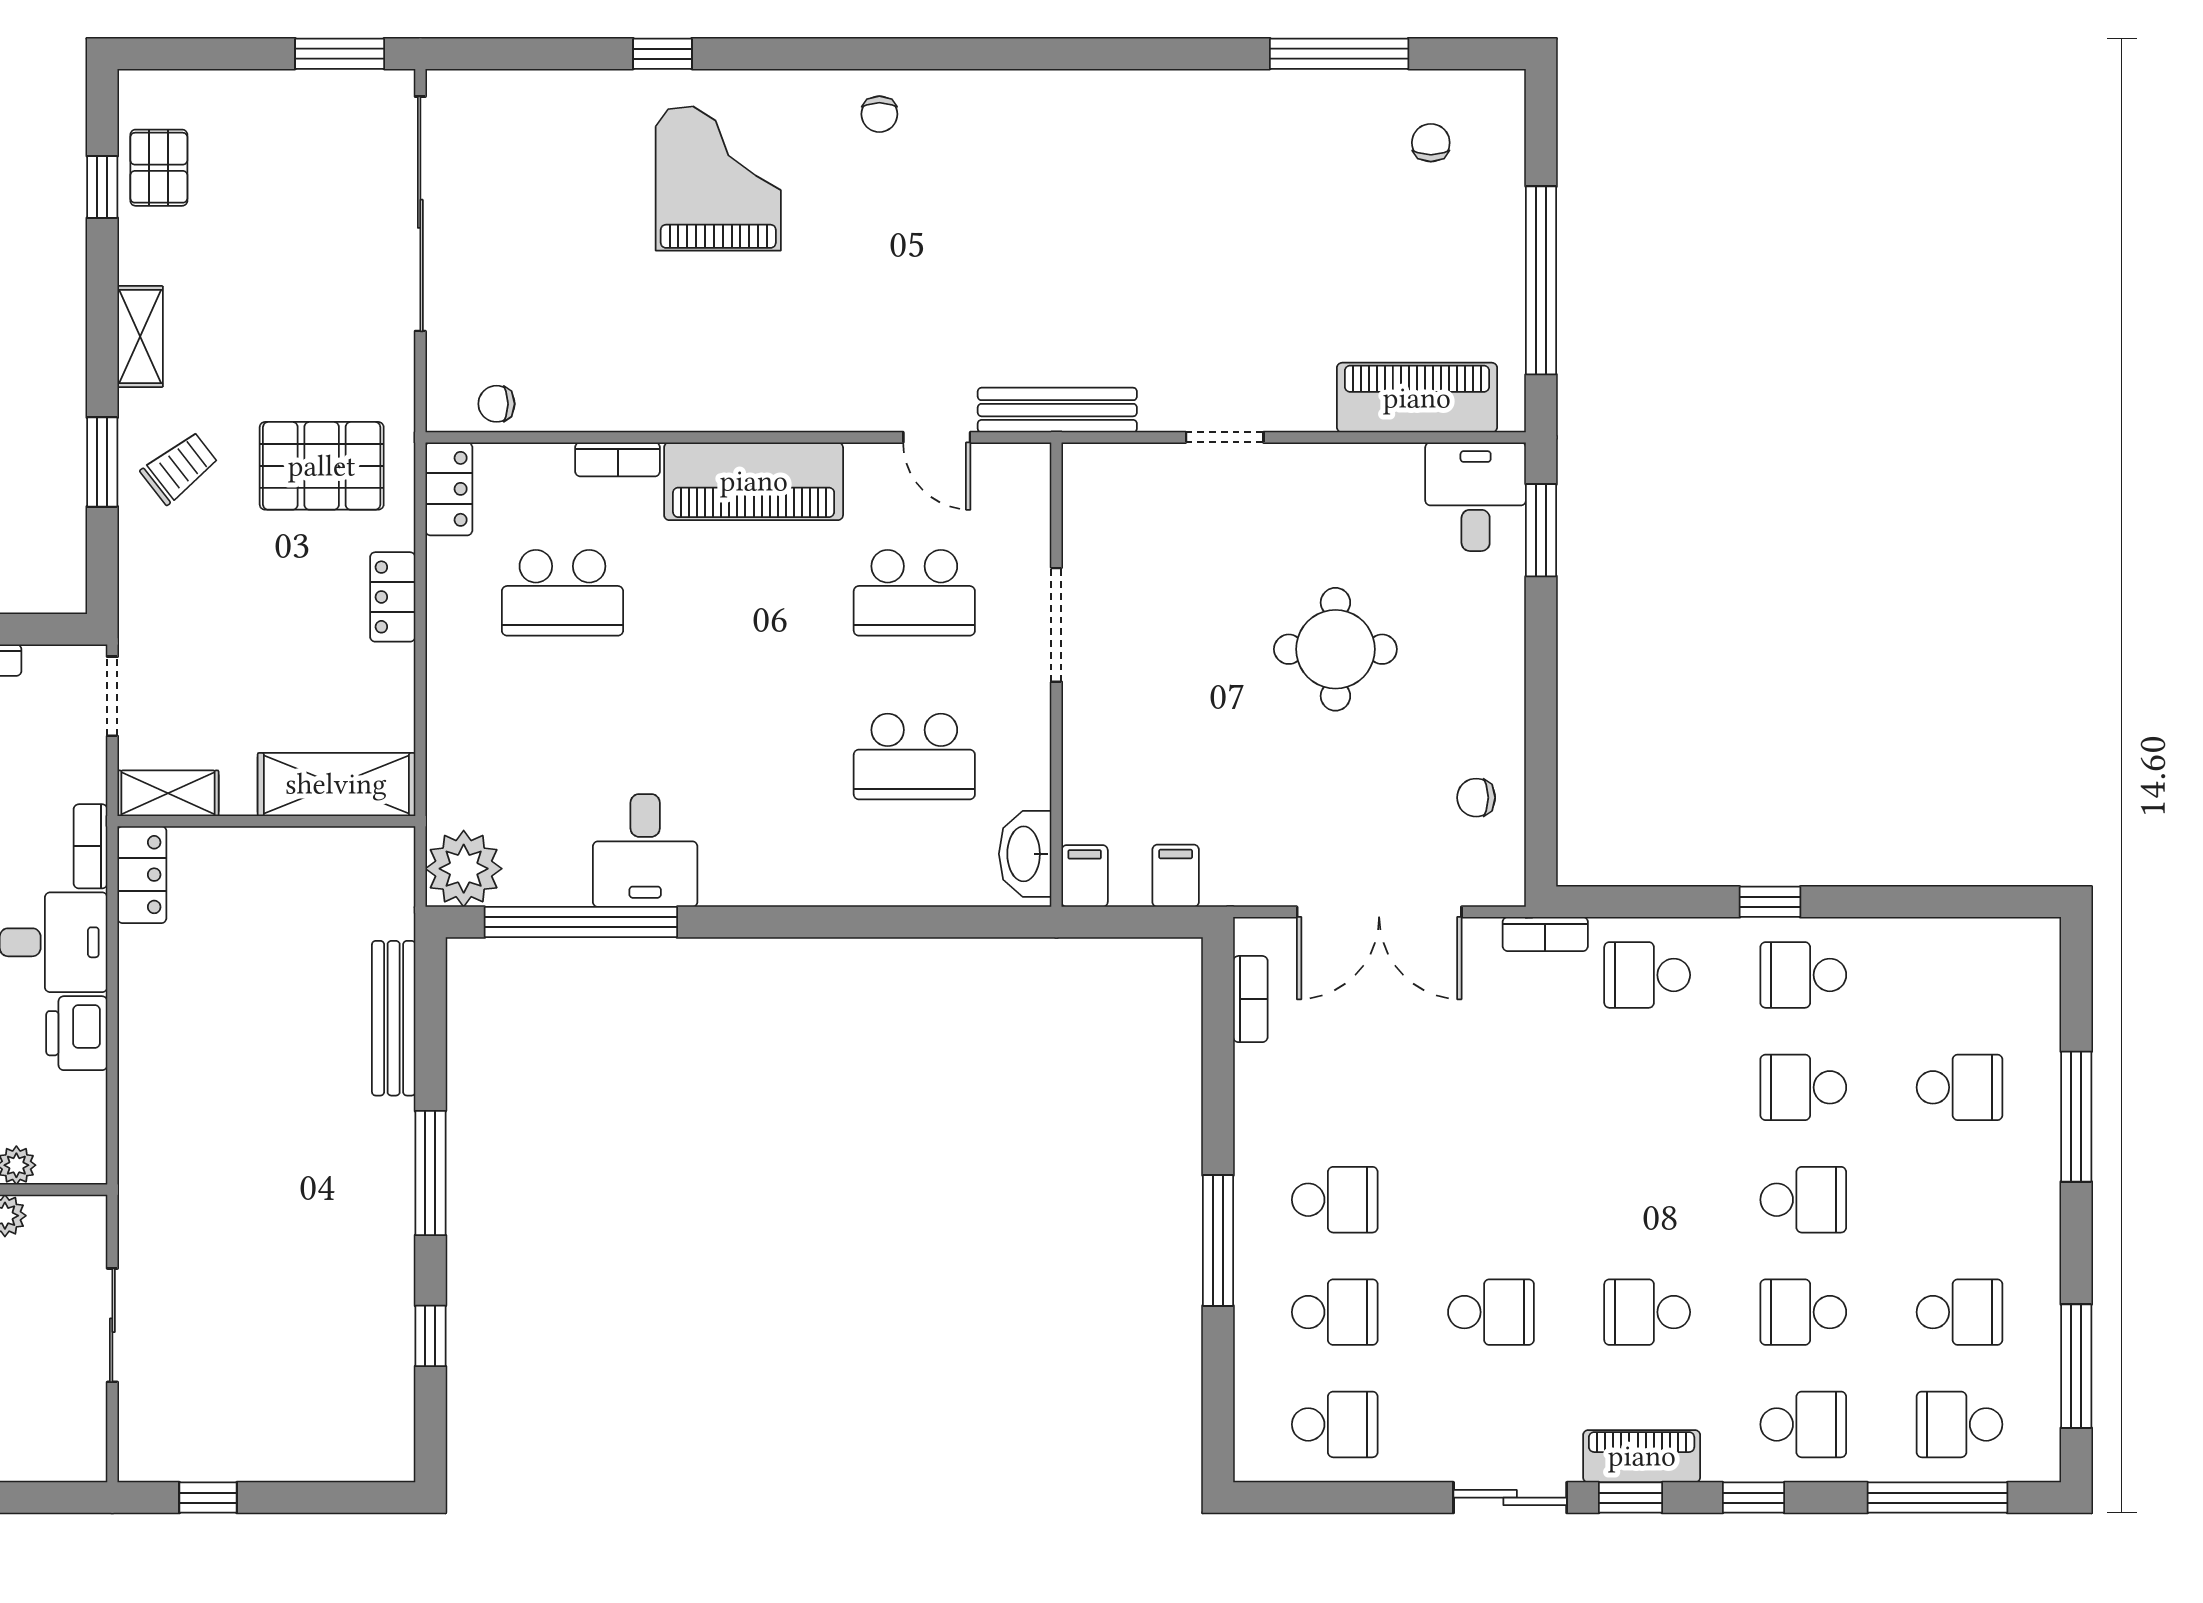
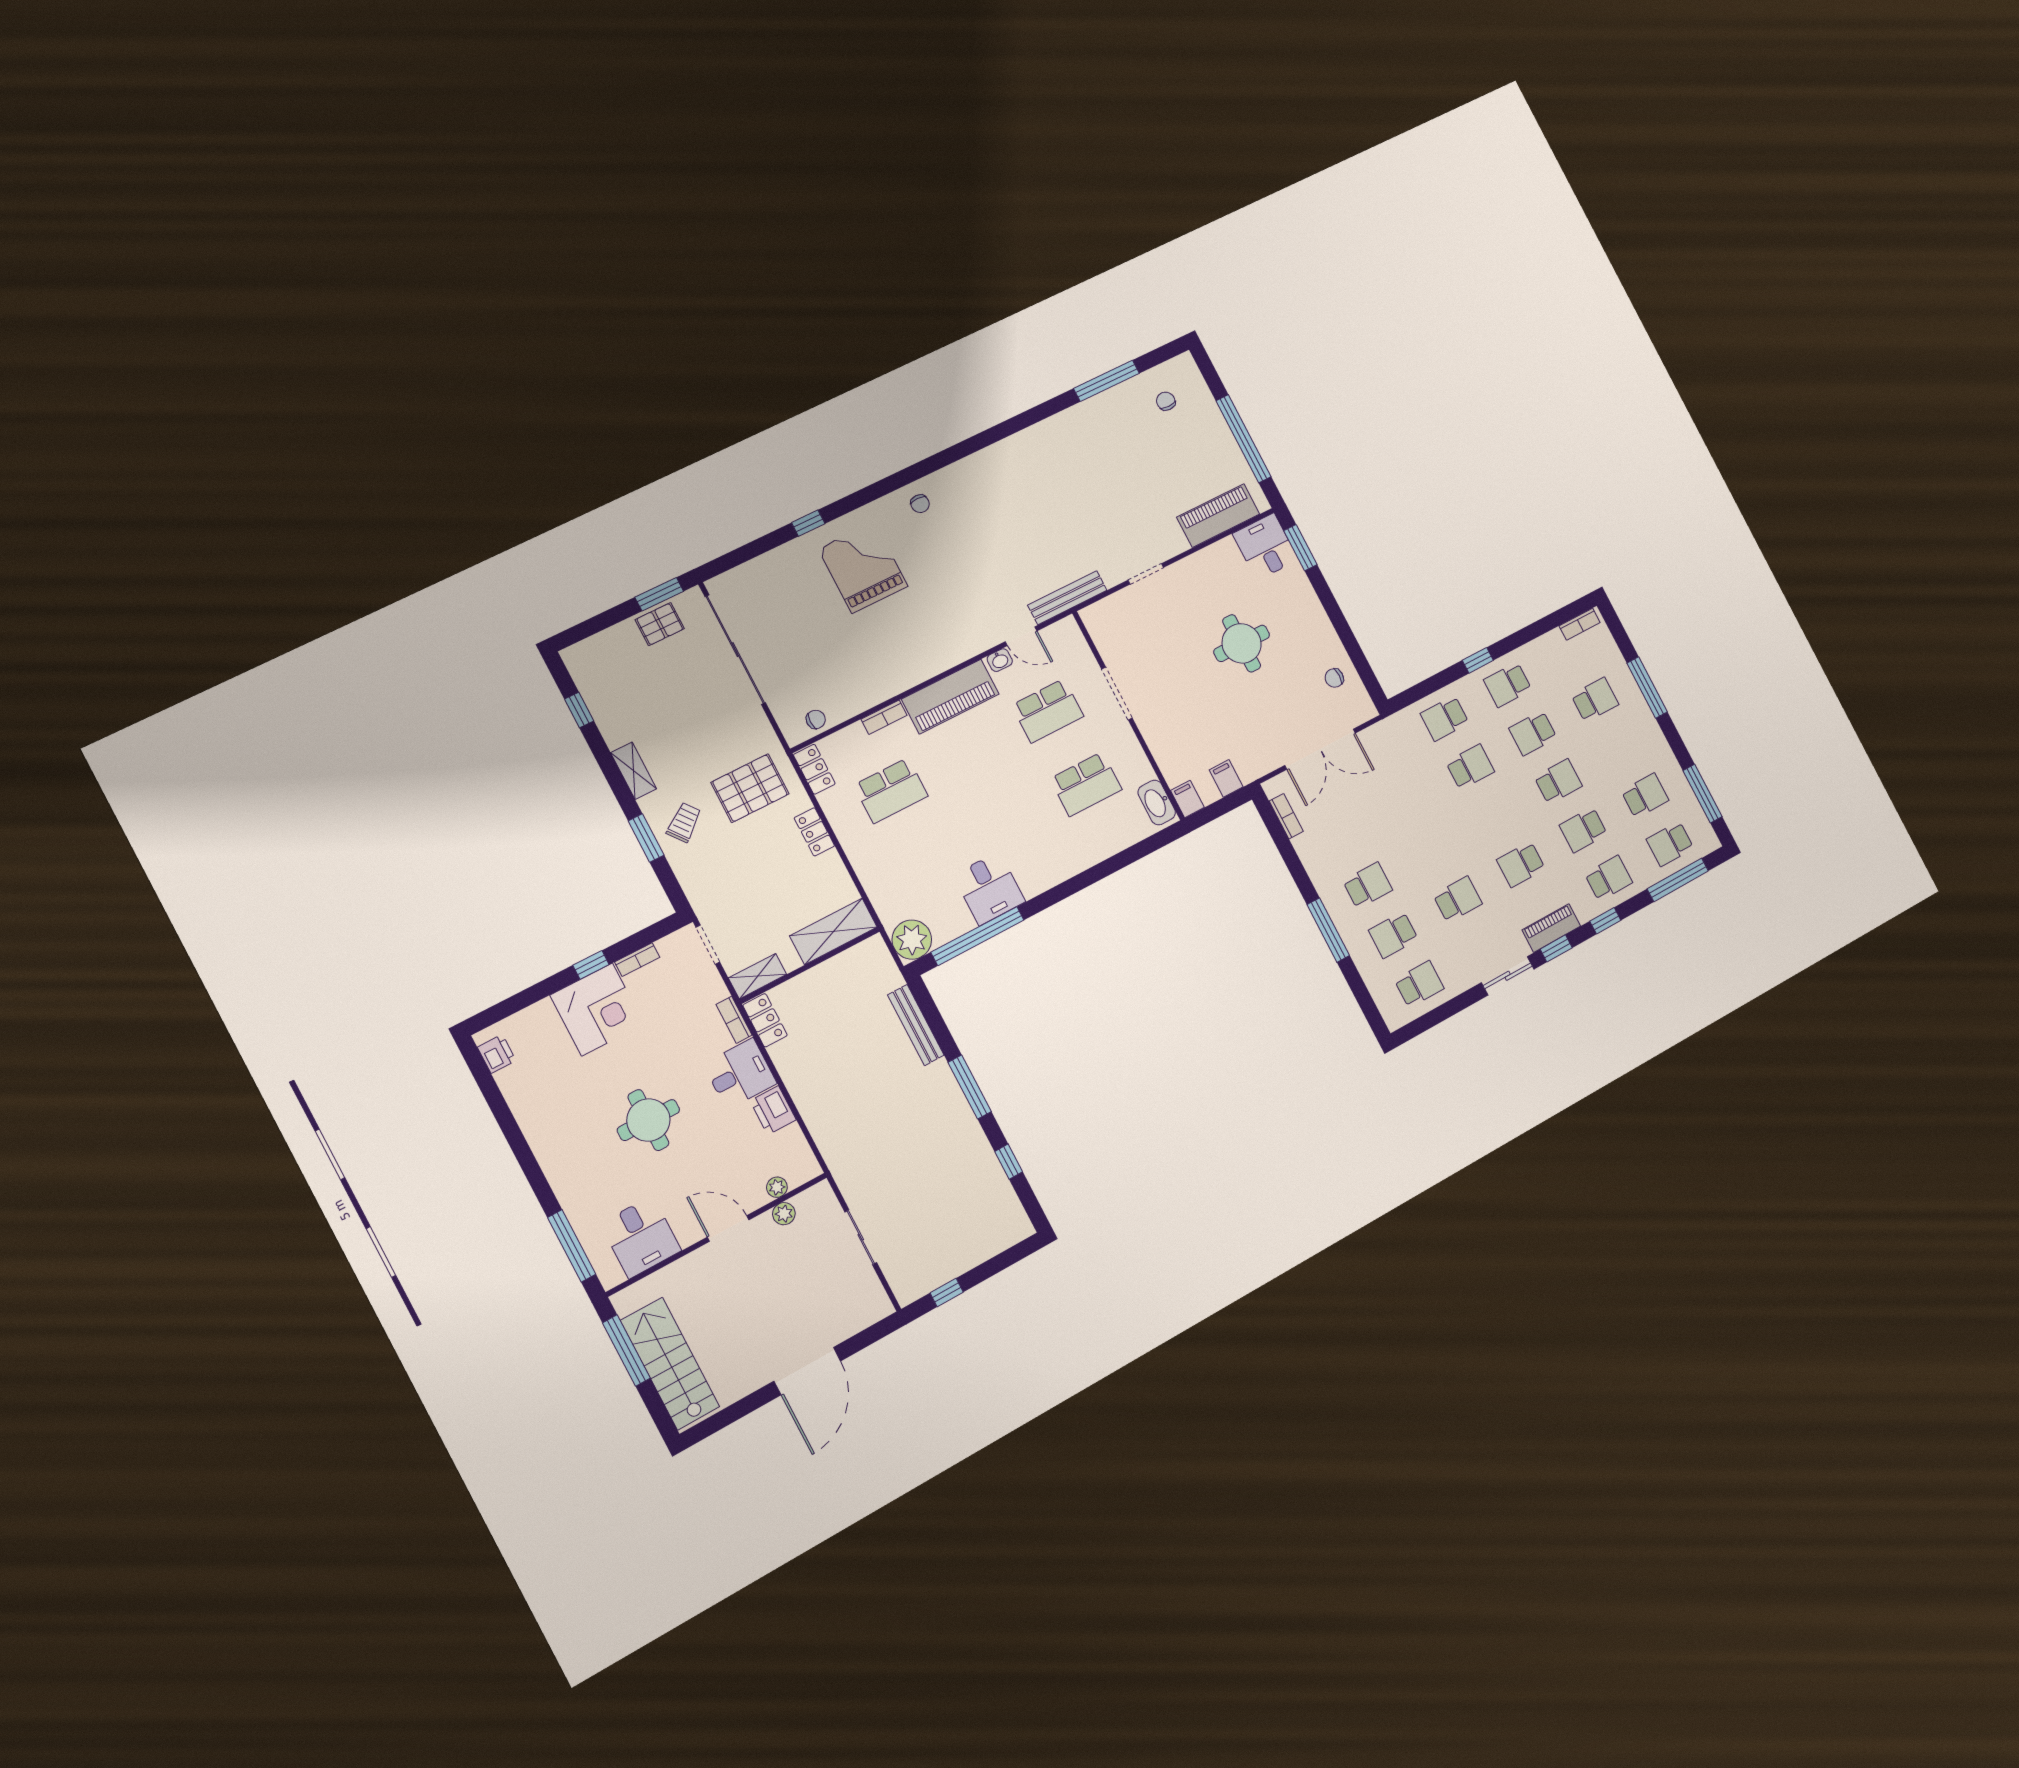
pallet: (159, 168) -> (660, 624), moved, turned 90
chair: (496, 404) -> (816, 719), turned 180
washbasin: (876, 461) -> (1000, 660), added
bookcase: (1545, 934) -> (1580, 624), moved
school desk: (1647, 1087) -> (1470, 767), added
school desk: (1335, 1312) -> (1393, 935), turned 180

